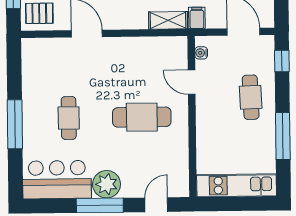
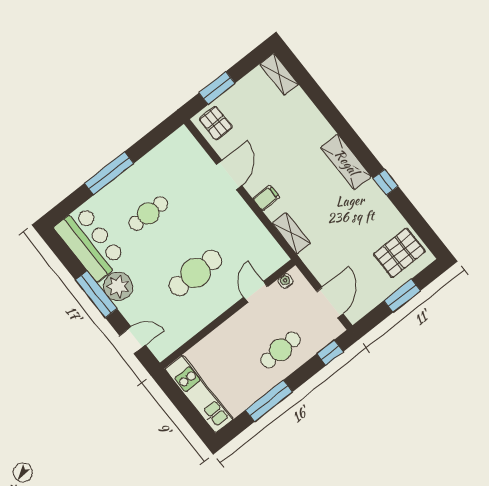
filing cabinet: (197, 18) -> (266, 198), moved
cafe table: (142, 117) -> (195, 273), turned 90

